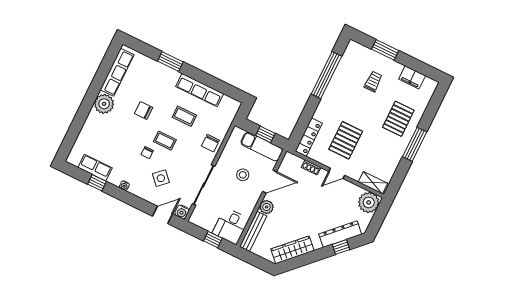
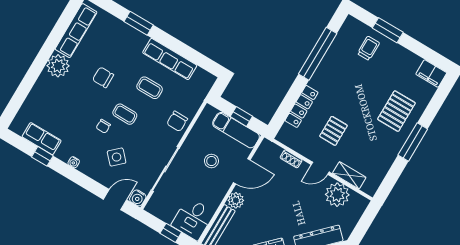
filing cabinet: (412, 77) -> (431, 73), moved
trolley: (373, 82) -> (368, 48), moved
locker: (309, 137) -> (302, 106), moved
pallet: (346, 140) -> (334, 131), width x0.67, depth x0.71
shelving: (373, 183) -> (349, 175), moved
plant: (369, 202) -> (337, 195), moved

